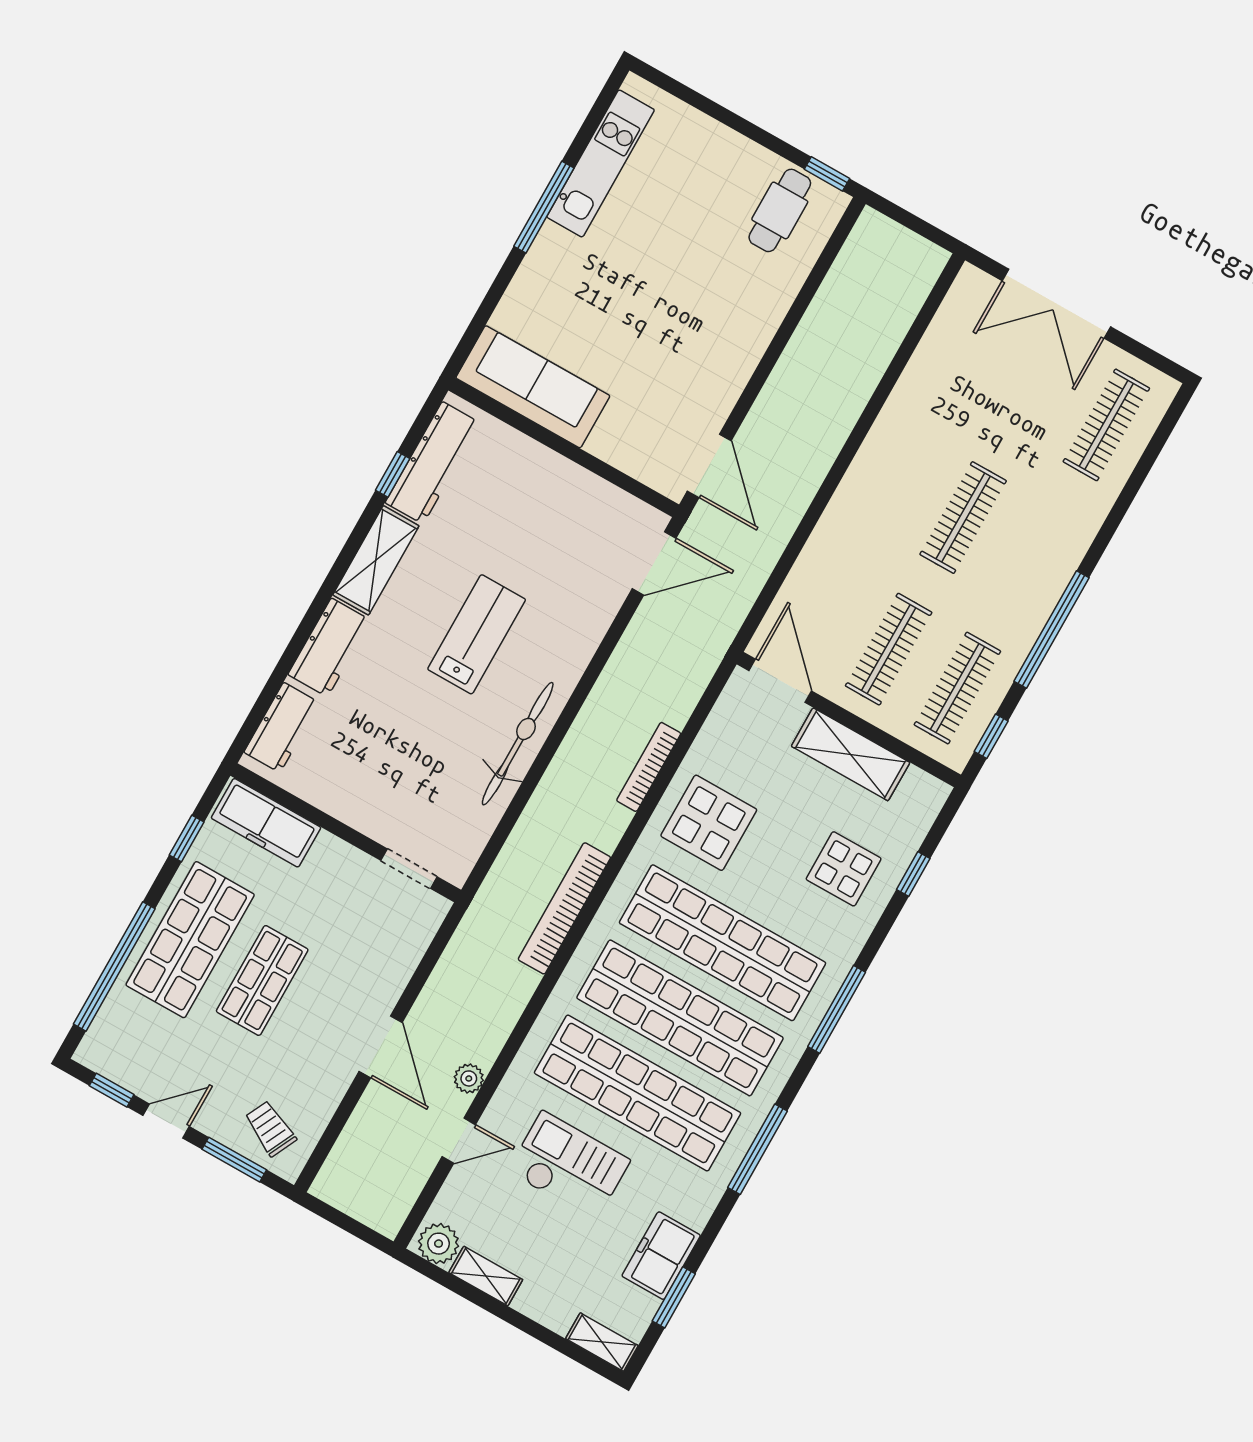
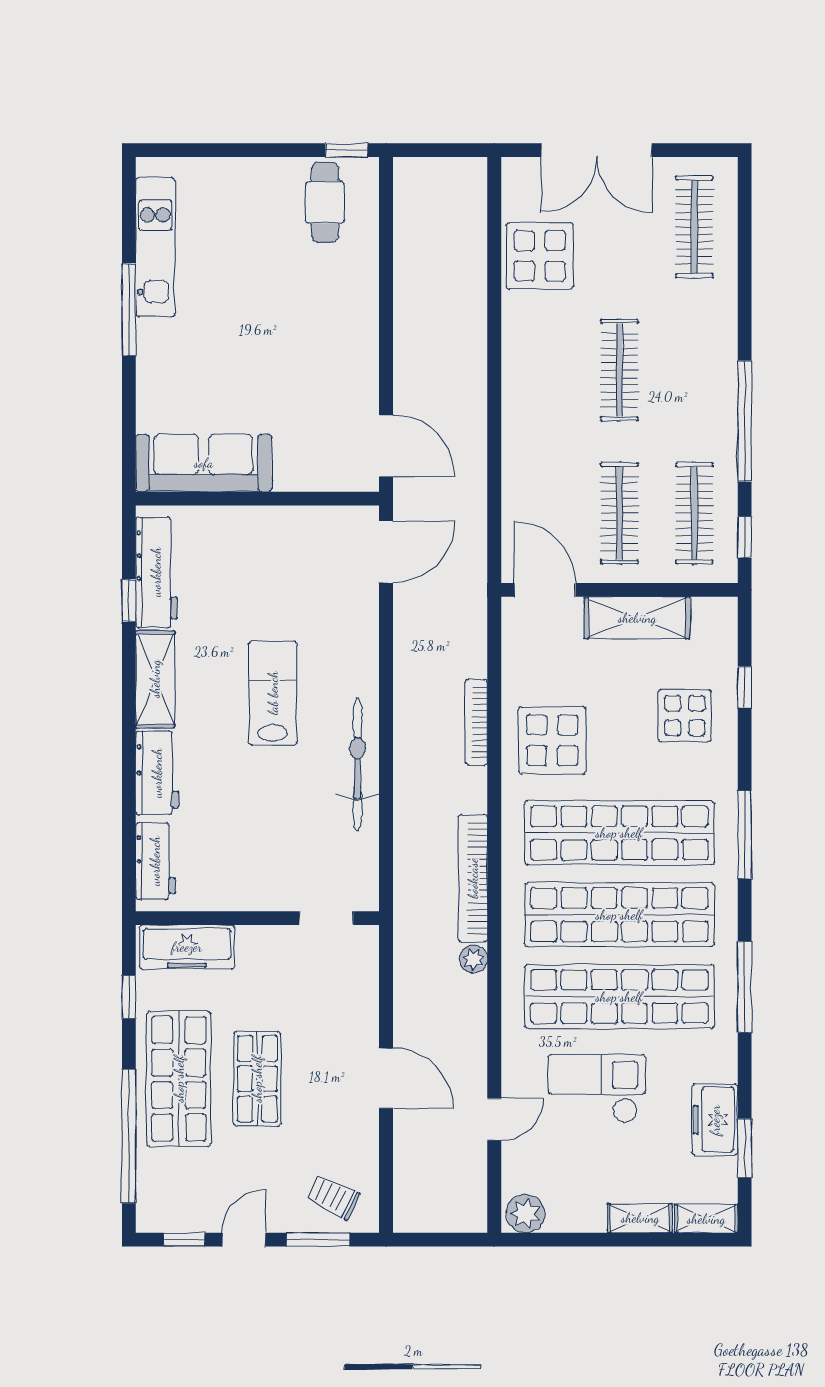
display table: (949, 371) -> (540, 256), added
plant: (469, 1078) -> (474, 959), moved
shelving: (486, 1276) -> (640, 1218), moved

